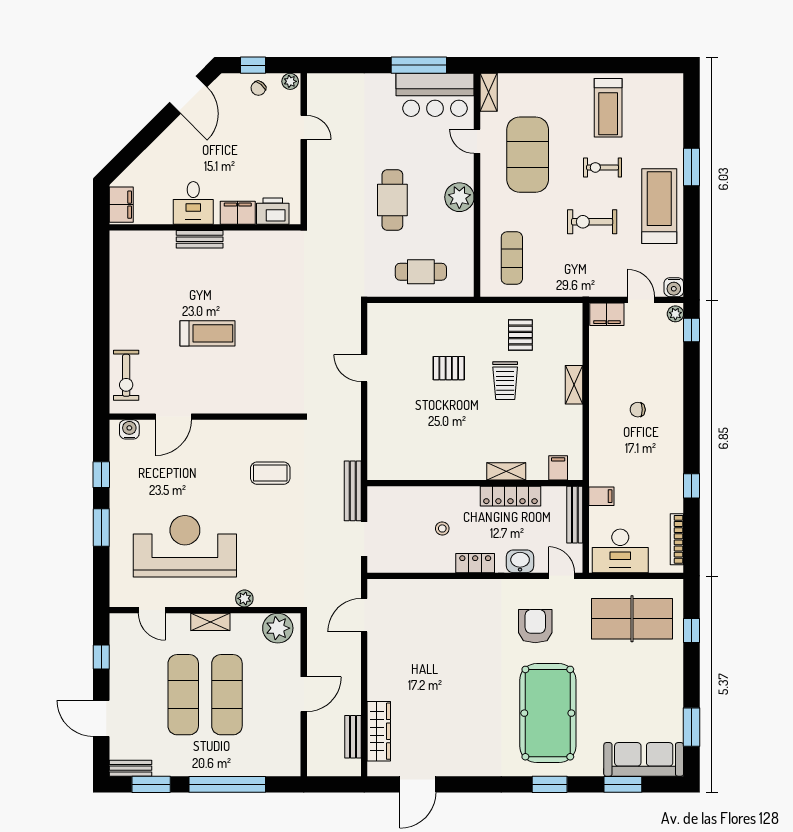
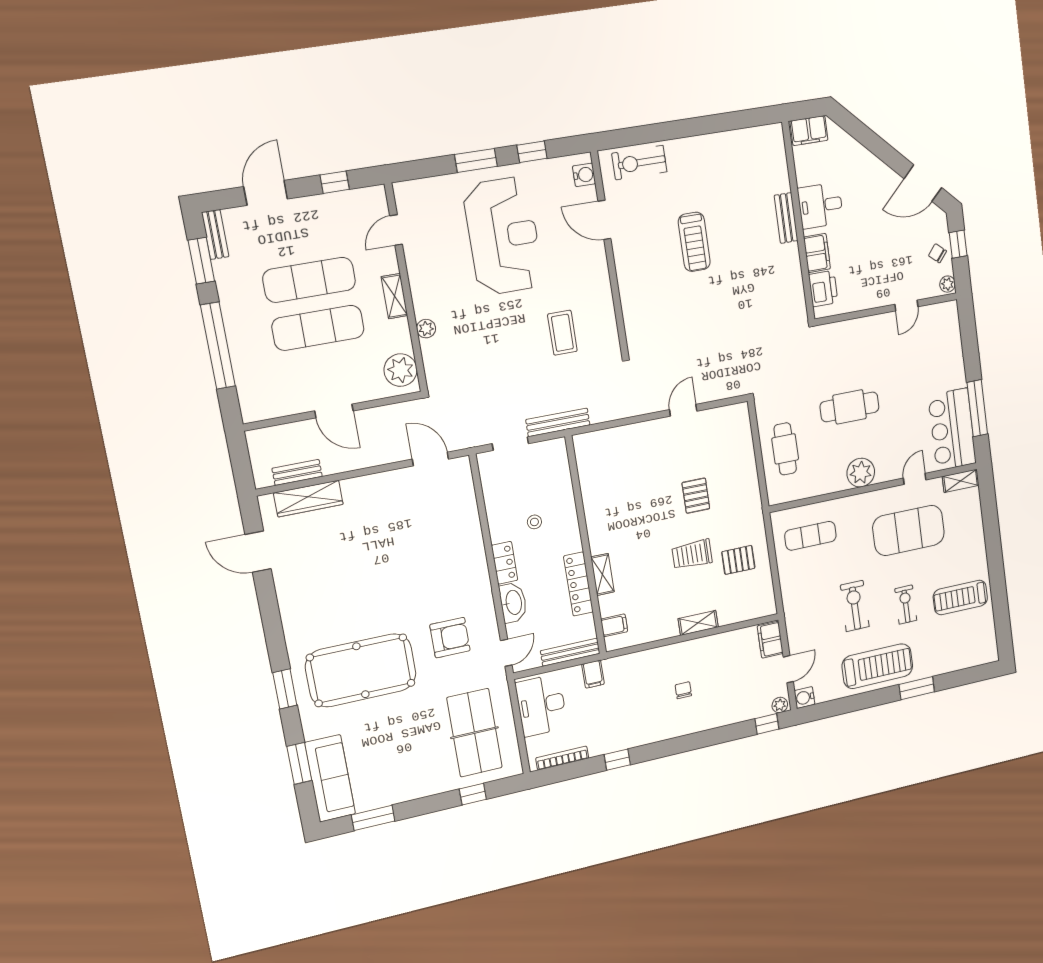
reception desk: (185, 546) -> (503, 236), moved
washbasin: (520, 561) -> (513, 603), width x1.38

